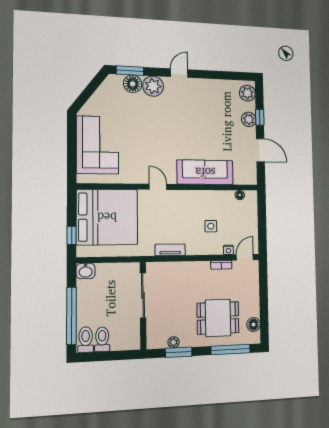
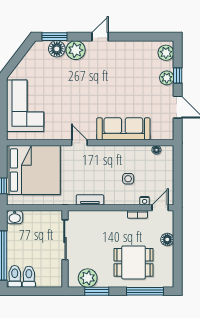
floor lamp: (254, 325) -> (167, 240), moved
plant: (173, 342) -> (88, 278), width x1.88, depth x1.88

